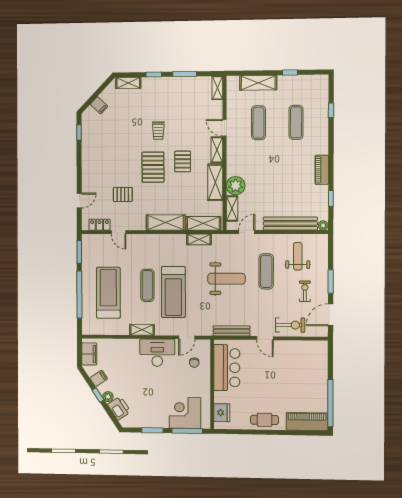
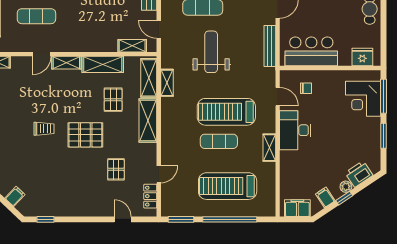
pallet: (183, 161) -> (113, 100), moved, turned 90
plant: (236, 186) -> (107, 42), removed
treadmill: (173, 292) -> (226, 112), turned 180

